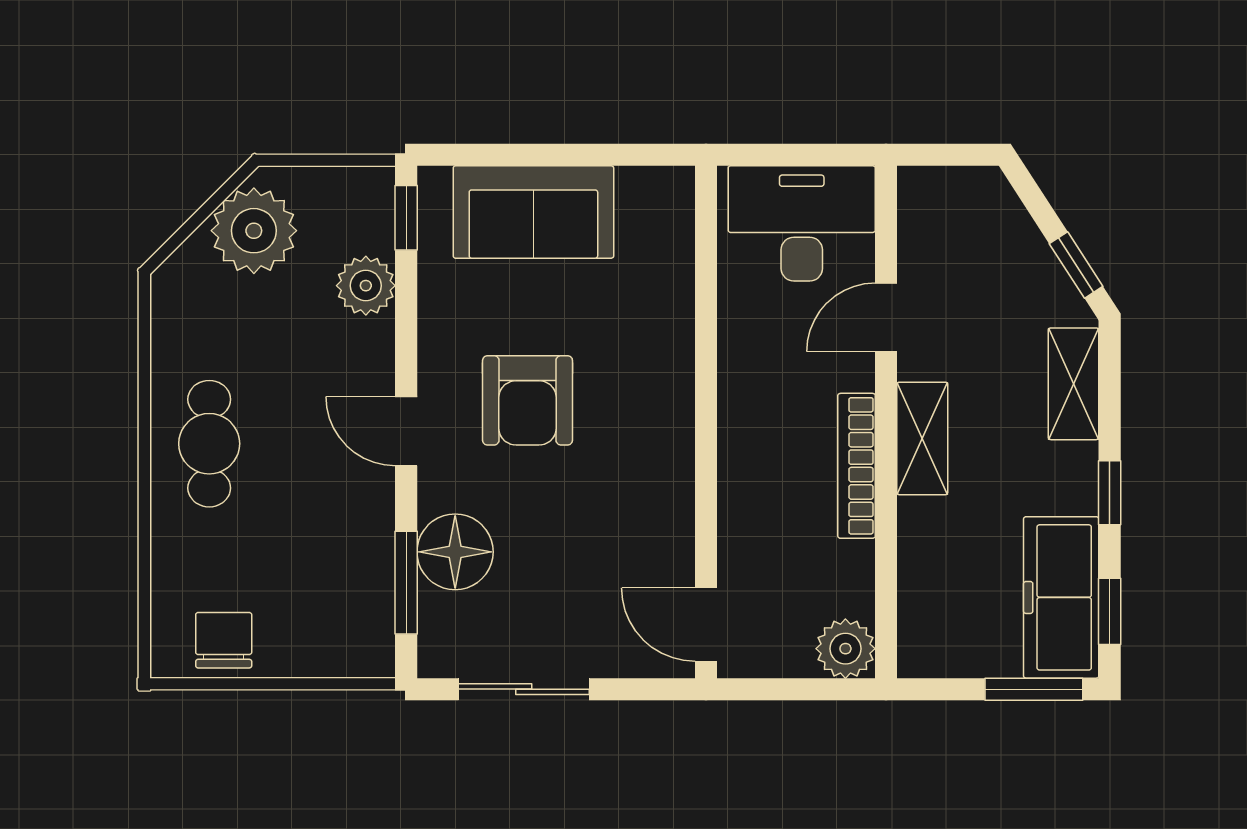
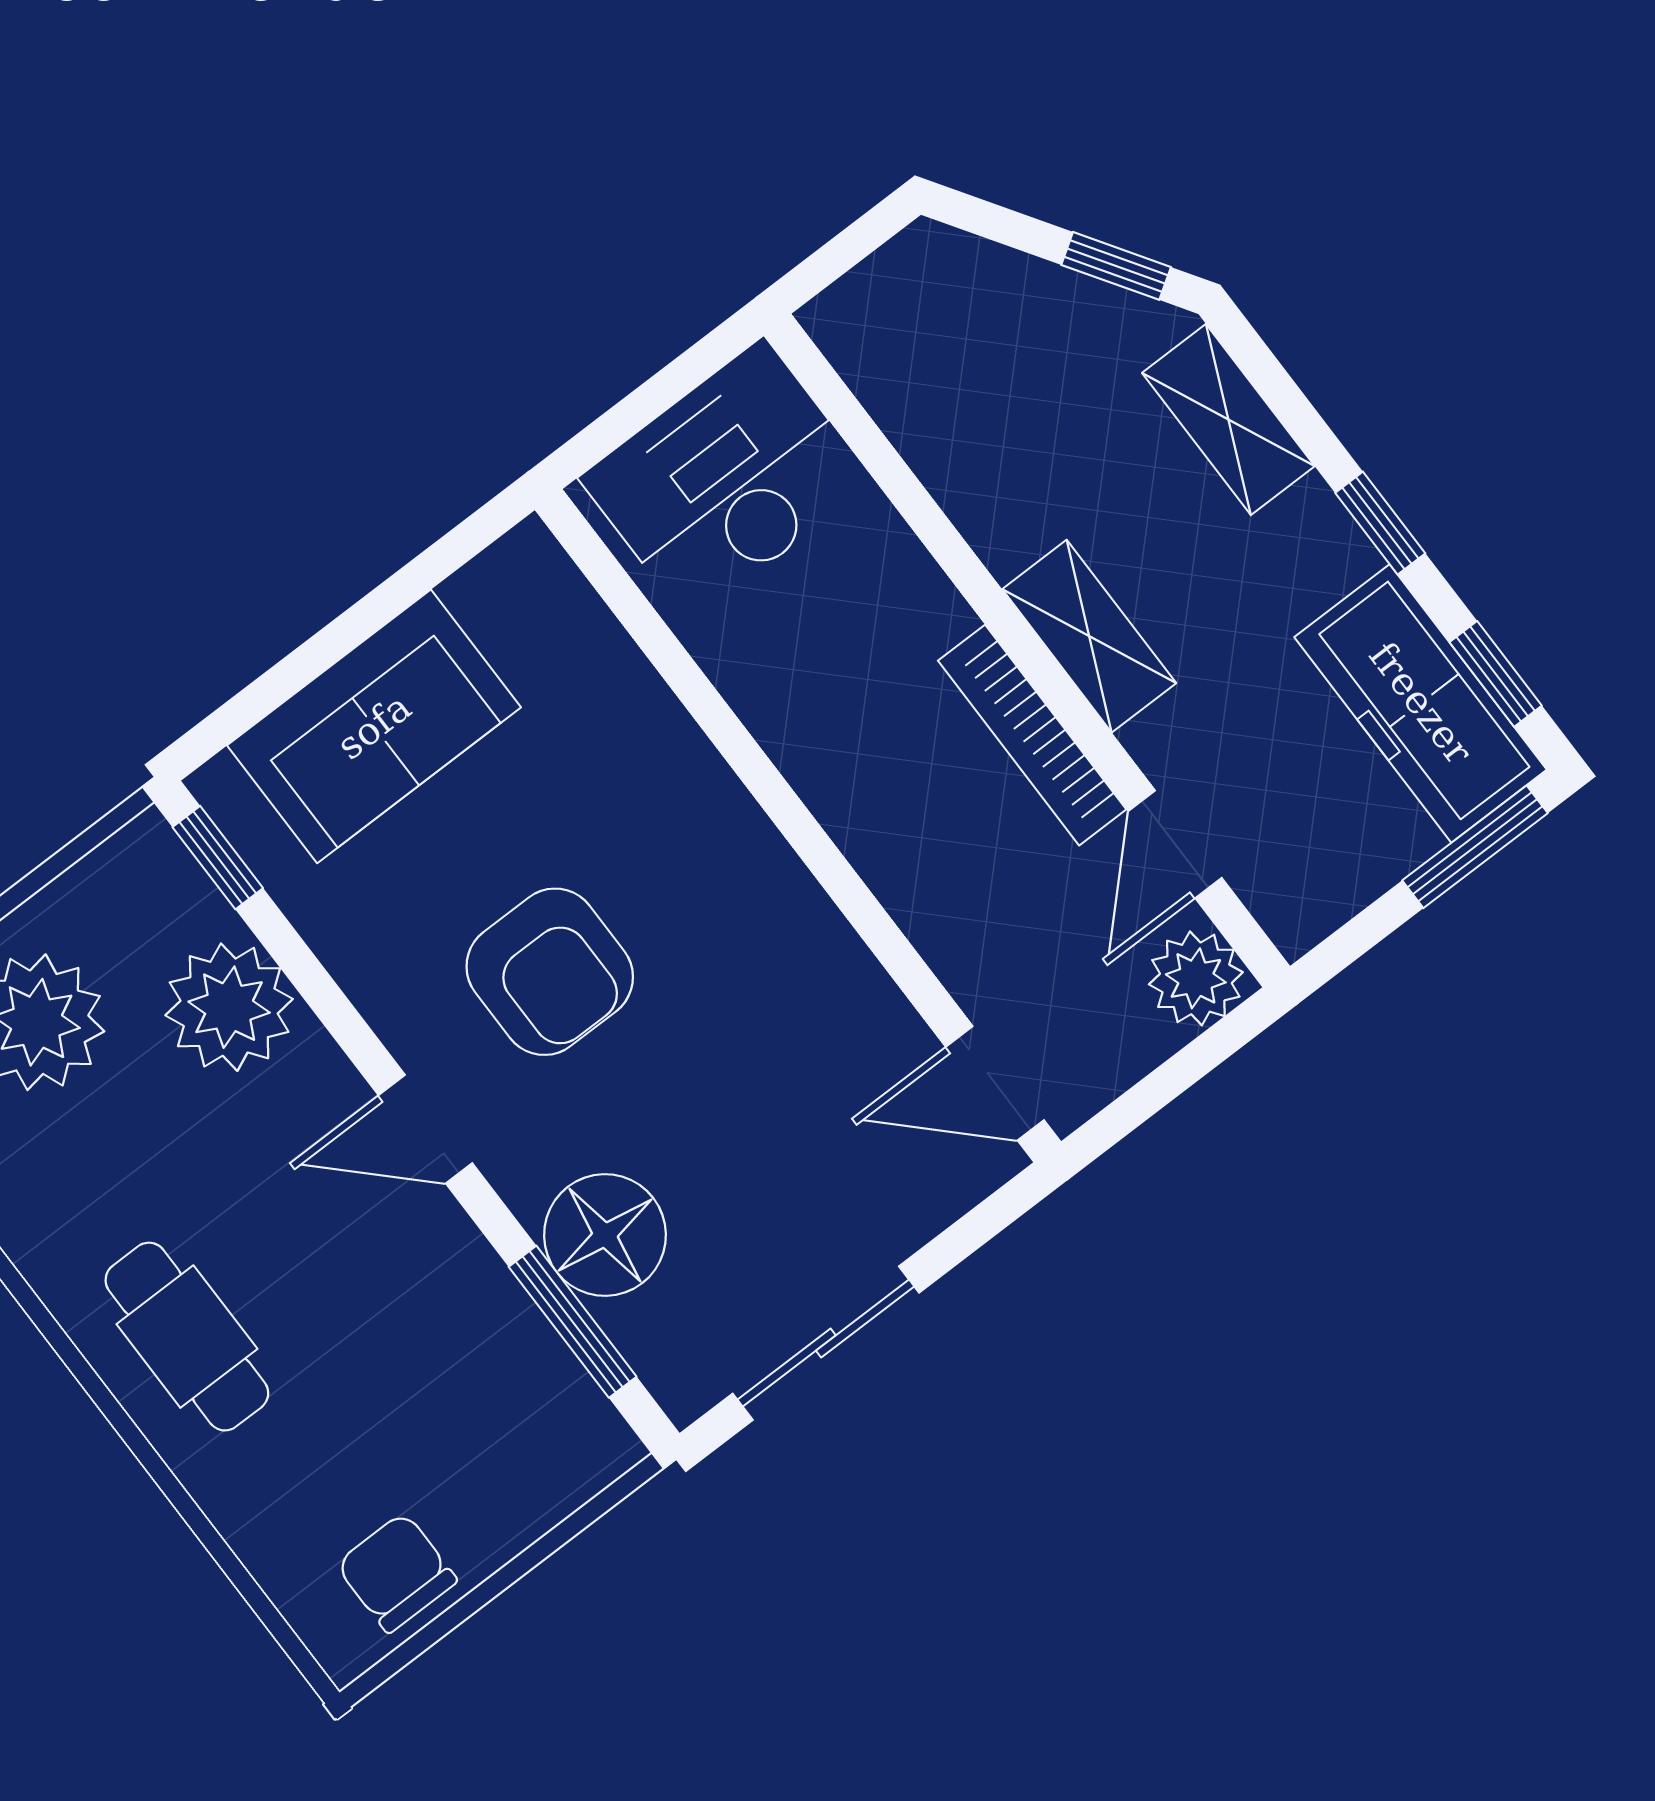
plant: (366, 286) -> (229, 1007), width x1.36, depth x1.36
door: (886, 317) -> (1175, 844), moved

